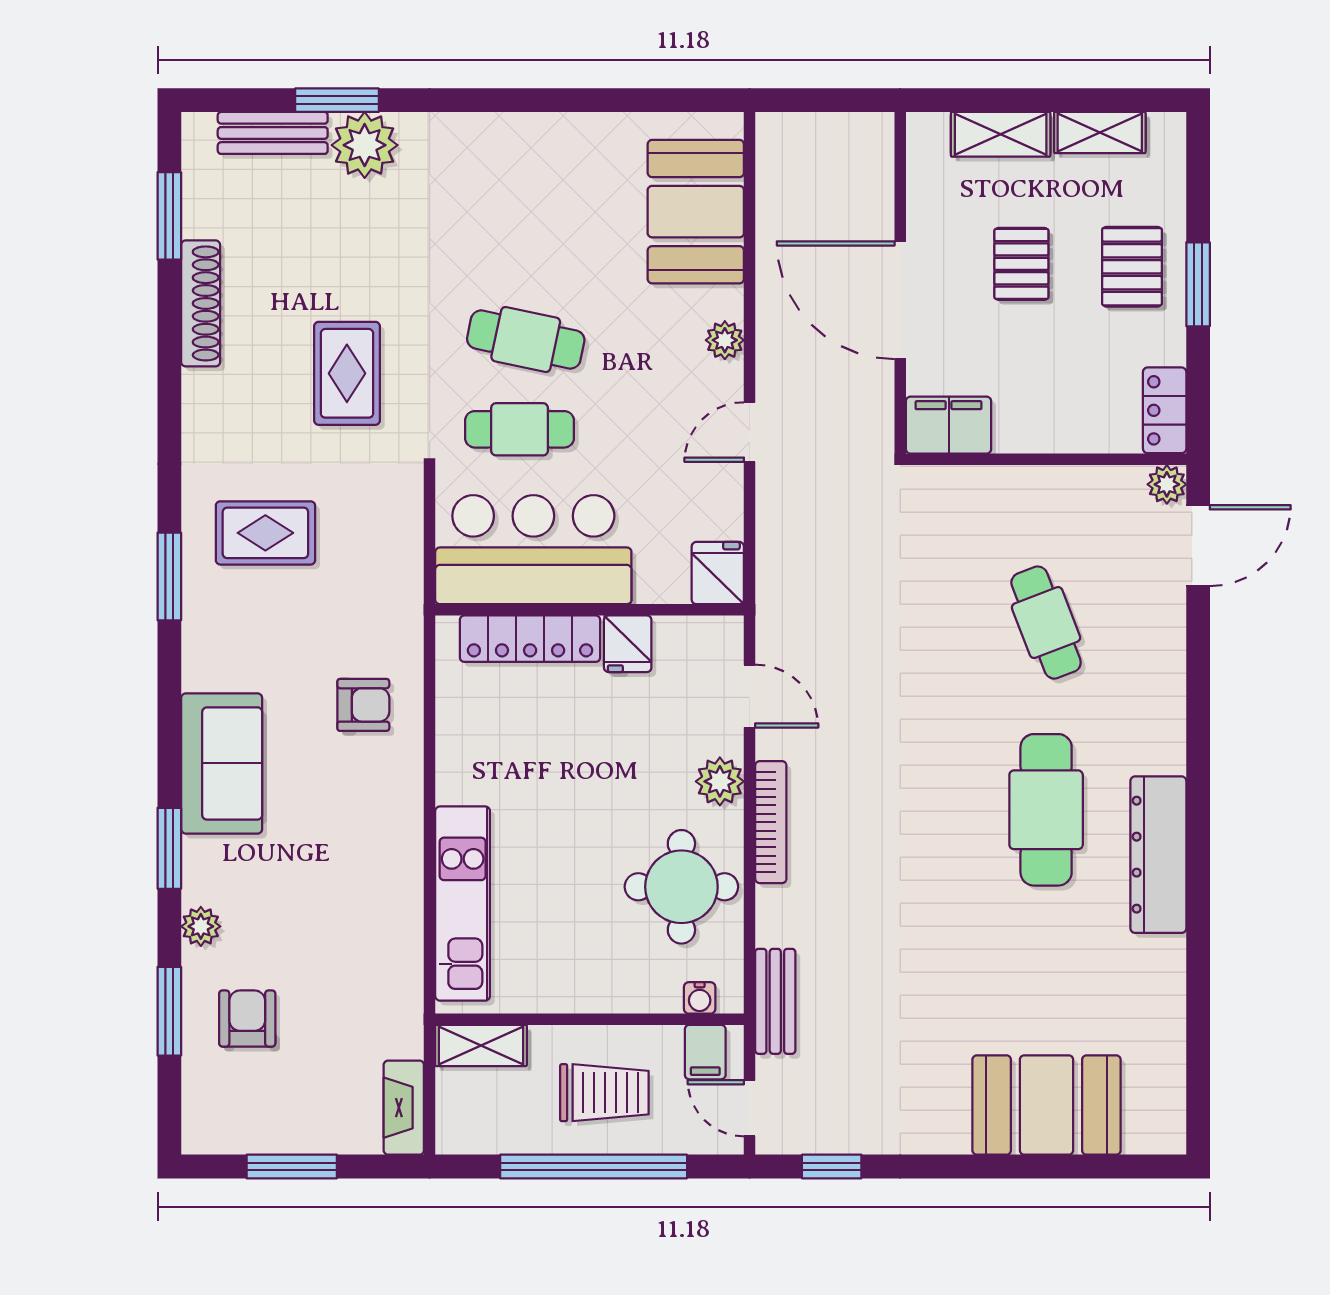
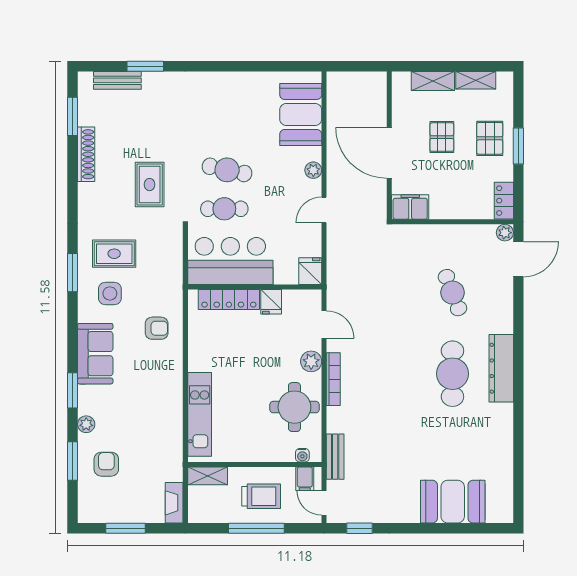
plant: (365, 145) -> (157, 86), removed
side table: (255, 625) -> (110, 293), added
dresser: (1158, 855) -> (501, 368), moved
window: (594, 1167) -> (256, 528), width x0.68

